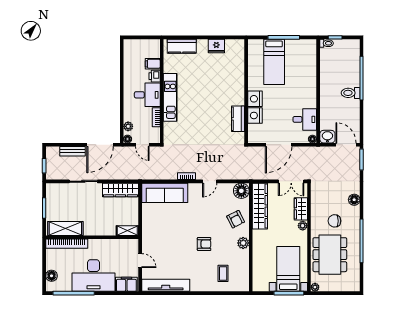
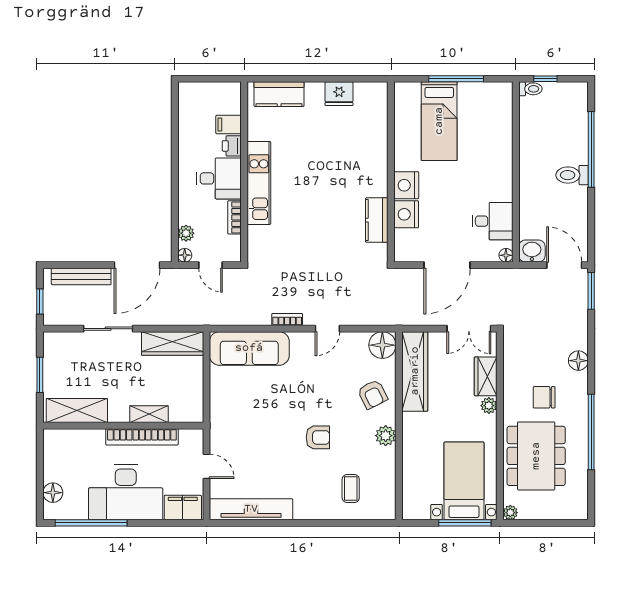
bench: (72, 151) -> (81, 276), width x1.36
shelving: (127, 231) -> (149, 414), moved
bookcase: (67, 244) -> (142, 437), moved

